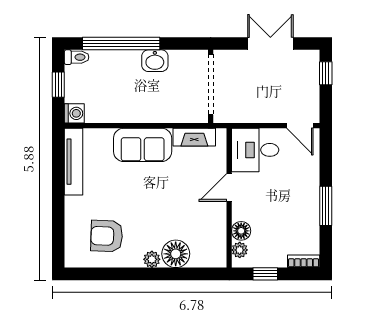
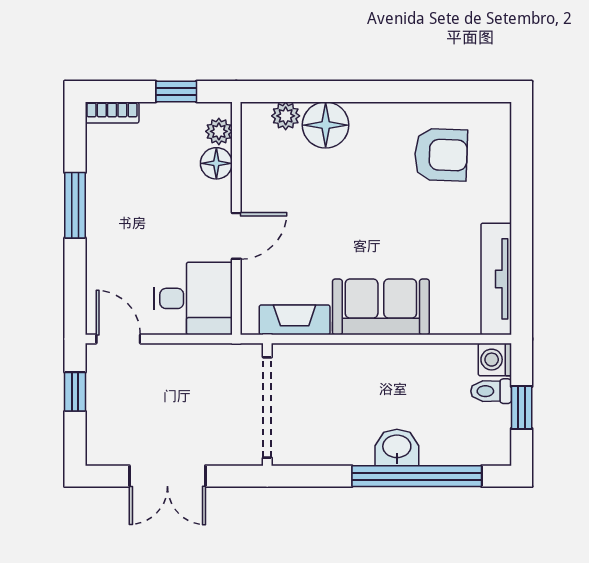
toilet: (77, 57) -> (491, 391), moved
washbasin: (155, 61) -> (397, 447), moved
window: (326, 73) -> (75, 392), moved
plant: (152, 259) -> (286, 116), moved

